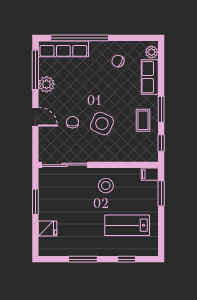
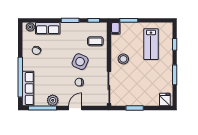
coffee table: (143, 120) -> (95, 41), moved
fridge: (48, 228) -> (165, 100), moved

